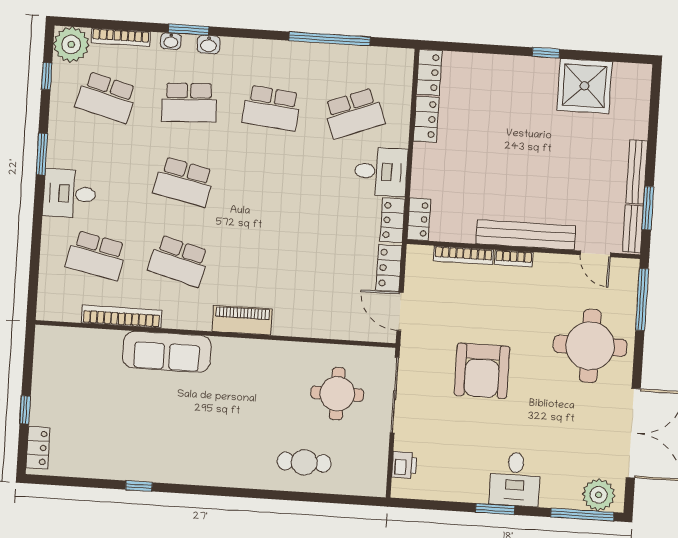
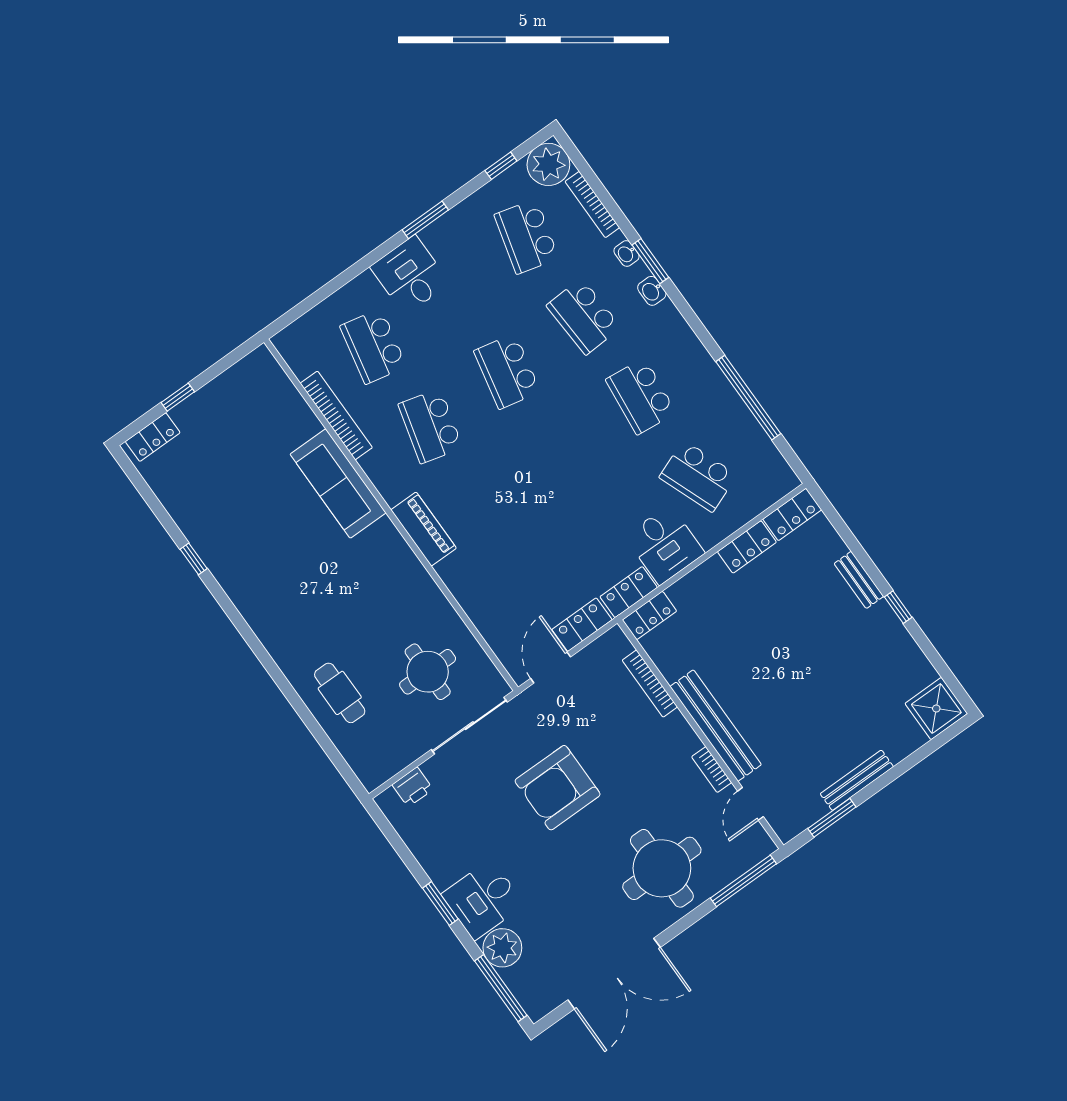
shower: (585, 86) -> (936, 709), moved, width x0.73, depth x0.73
bench: (633, 229) -> (859, 580), moved, turned 90
bookcase: (514, 258) -> (712, 770), moved
plant: (599, 495) -> (502, 948), moved

